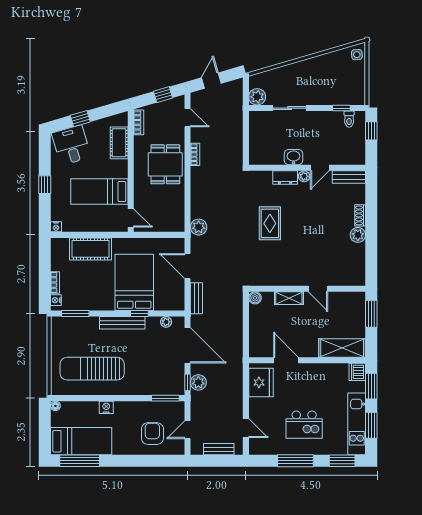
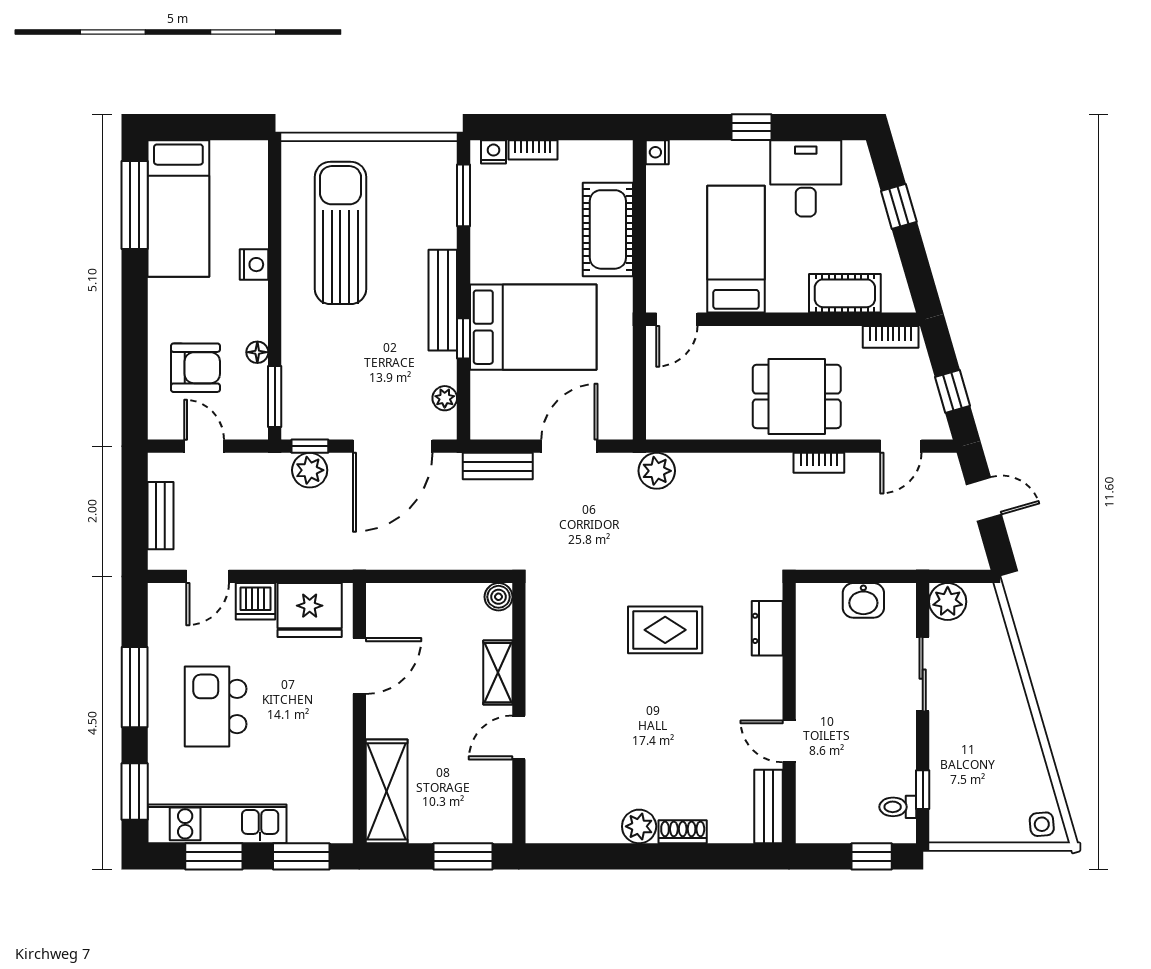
desk: (71, 145) -> (806, 178), moved, turned -74
washbasin: (293, 157) -> (863, 600), moved, turned 90
plant: (304, 176) -> (770, 706), removed
dresser: (285, 178) -> (767, 628), moved
dishwasher: (357, 372) -> (255, 601), moved, turned 180
floor lamp: (55, 406) -> (257, 352), moved

